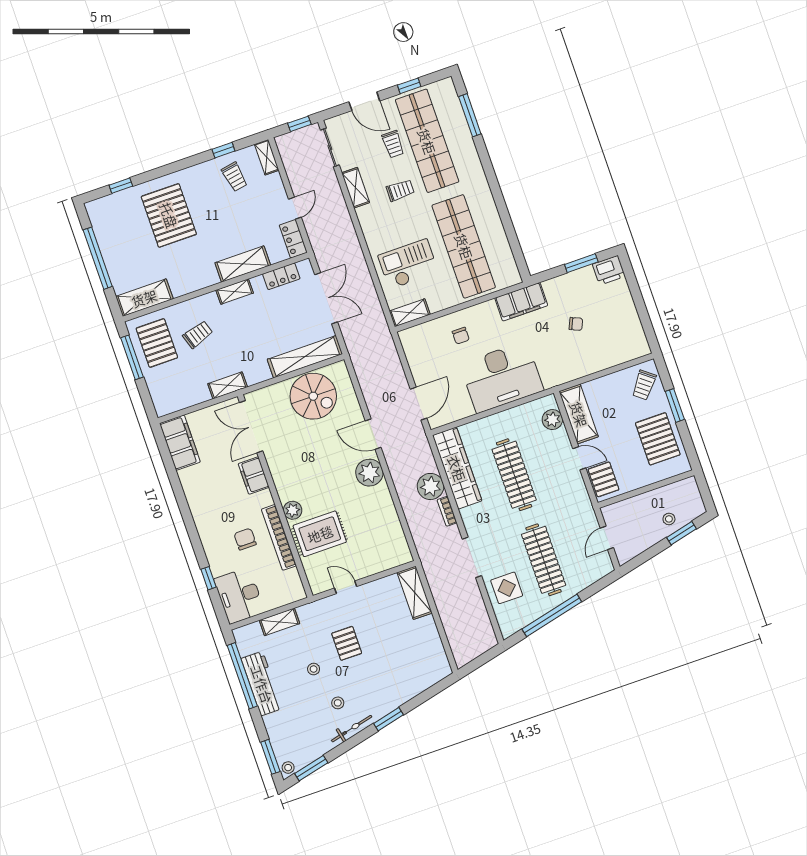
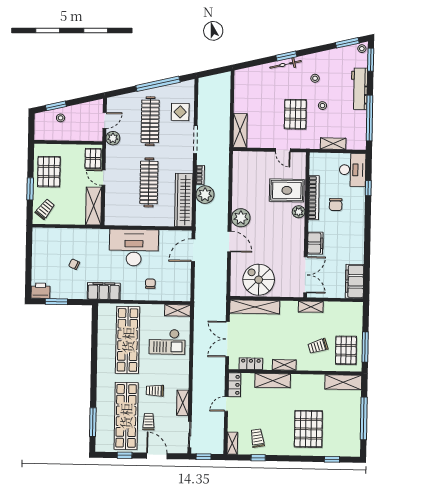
plant: (552, 420) -> (113, 138), moved
pallet: (347, 643) -> (295, 114), width x1.50, depth x1.42
workbench: (262, 684) -> (359, 89), moved
bicycle: (352, 729) -> (286, 64), moved

